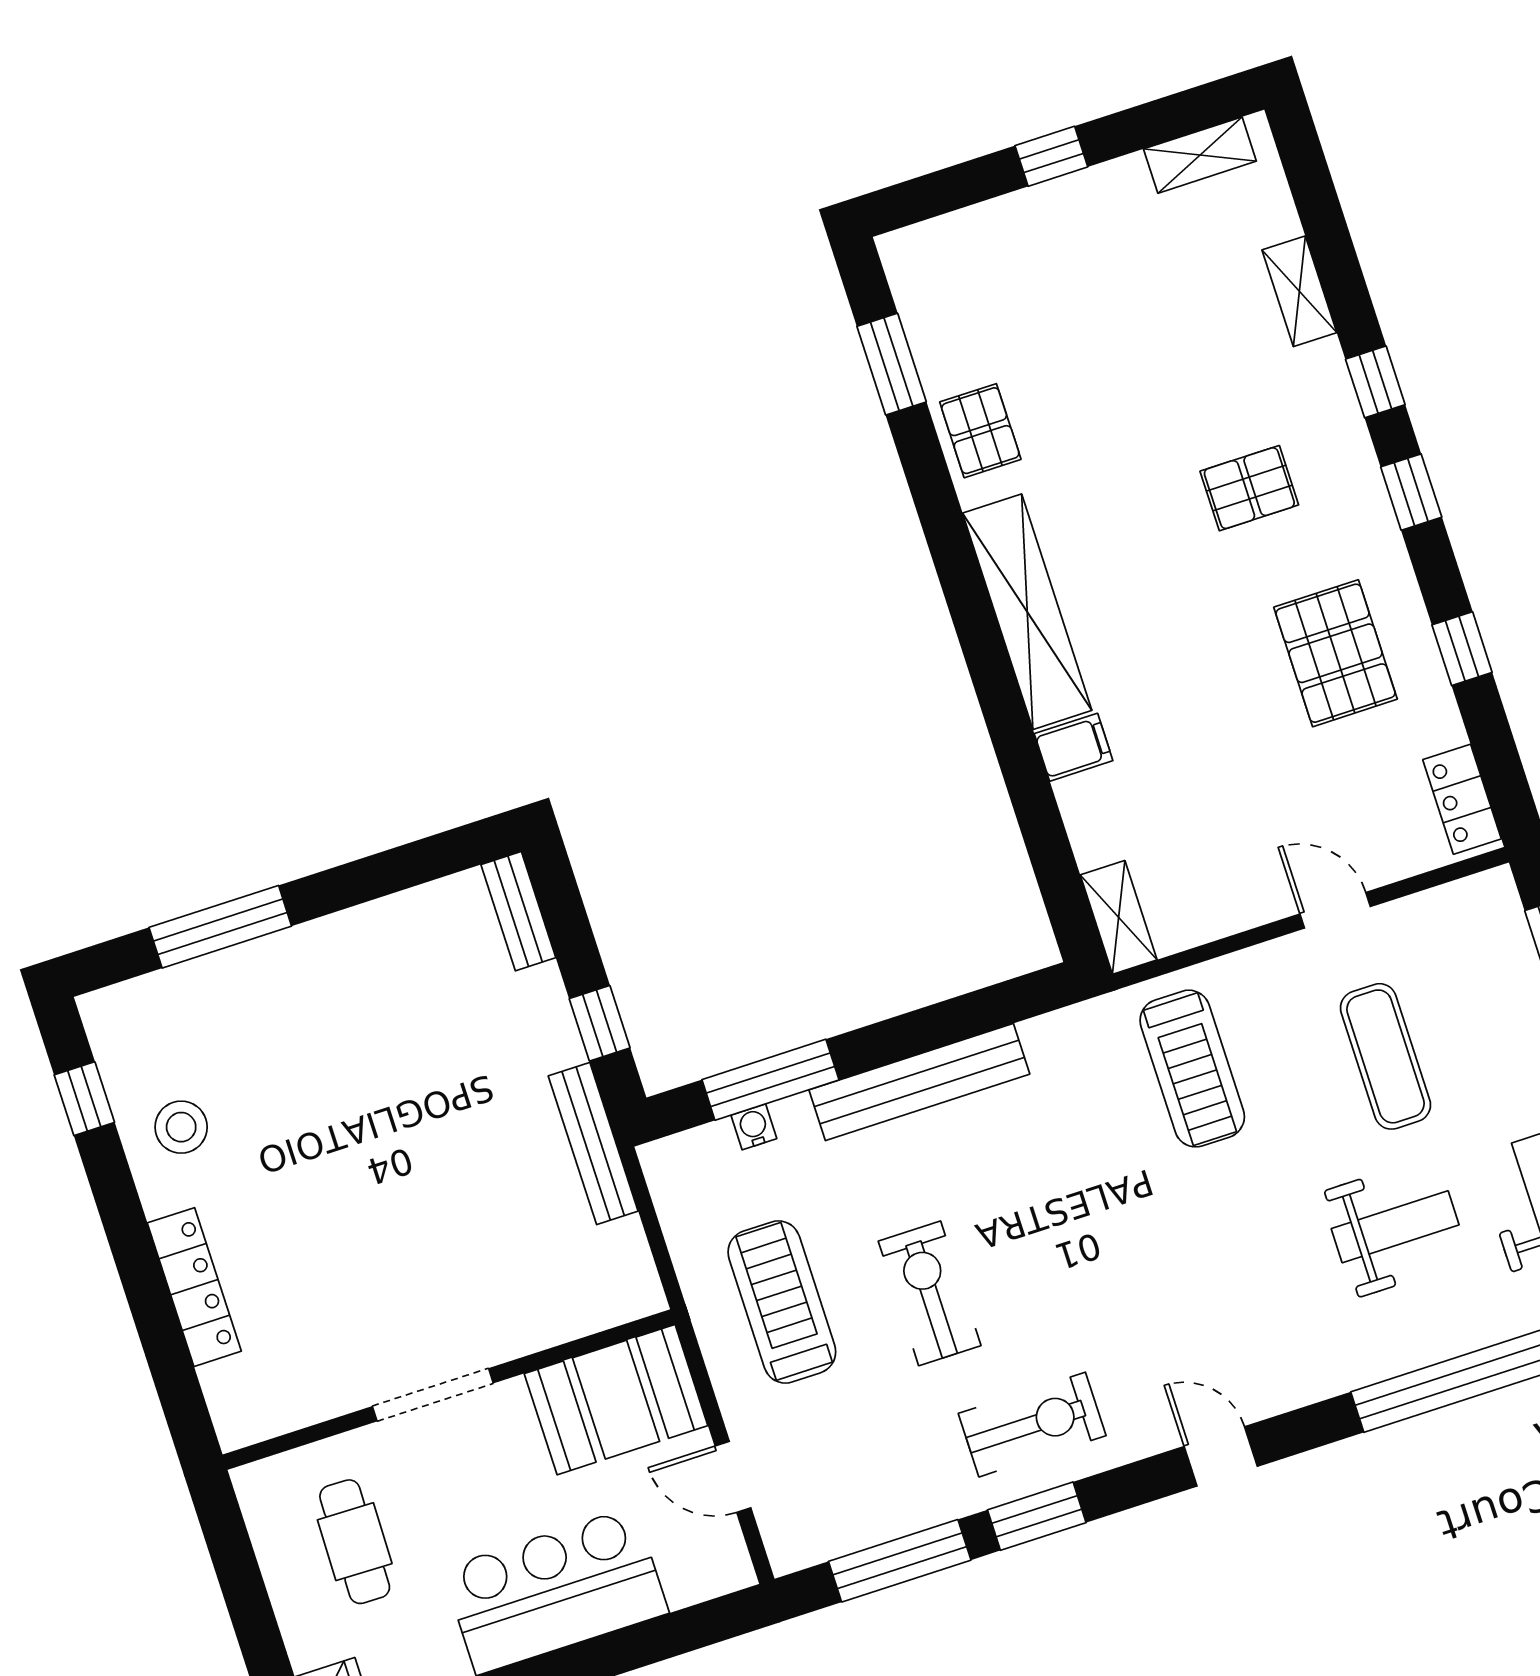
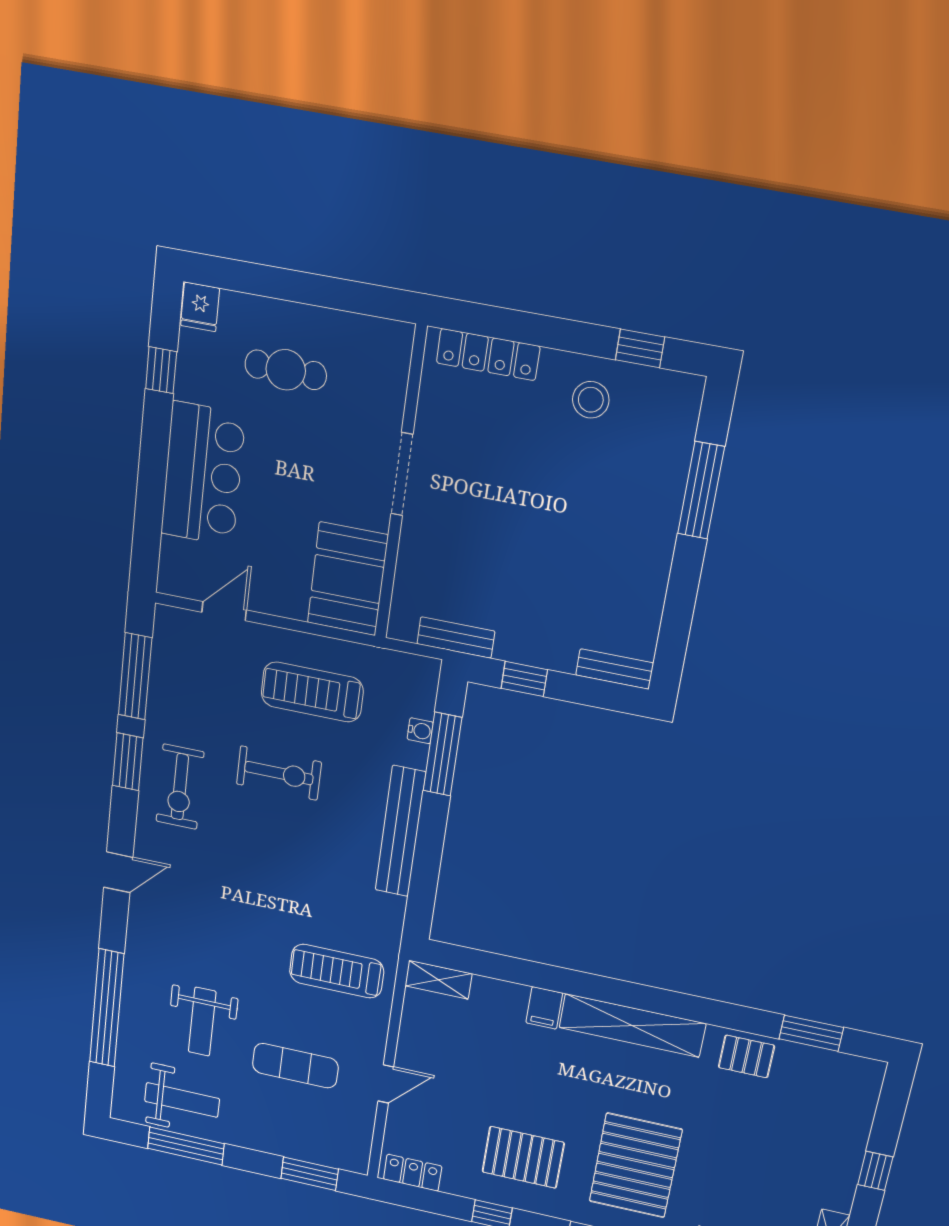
pallet: (1249, 488) -> (635, 1165), width x2.05, depth x2.00
bench: (593, 1143) -> (456, 638), width x0.73
treadmill: (782, 1302) -> (312, 692), turned 180
wall: (449, 1390) -> (400, 485), moved
doorway: (433, 1395) -> (402, 474), moved
booth: (616, 1400) -> (348, 579), moved

